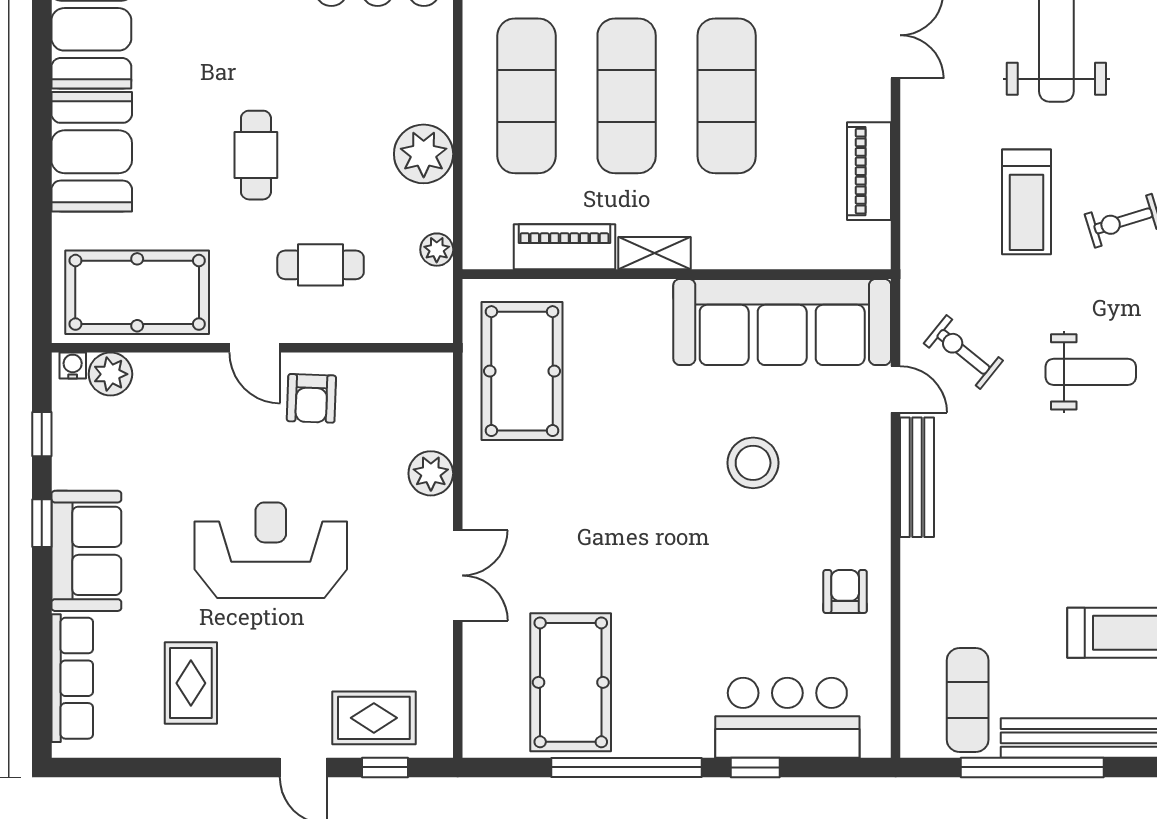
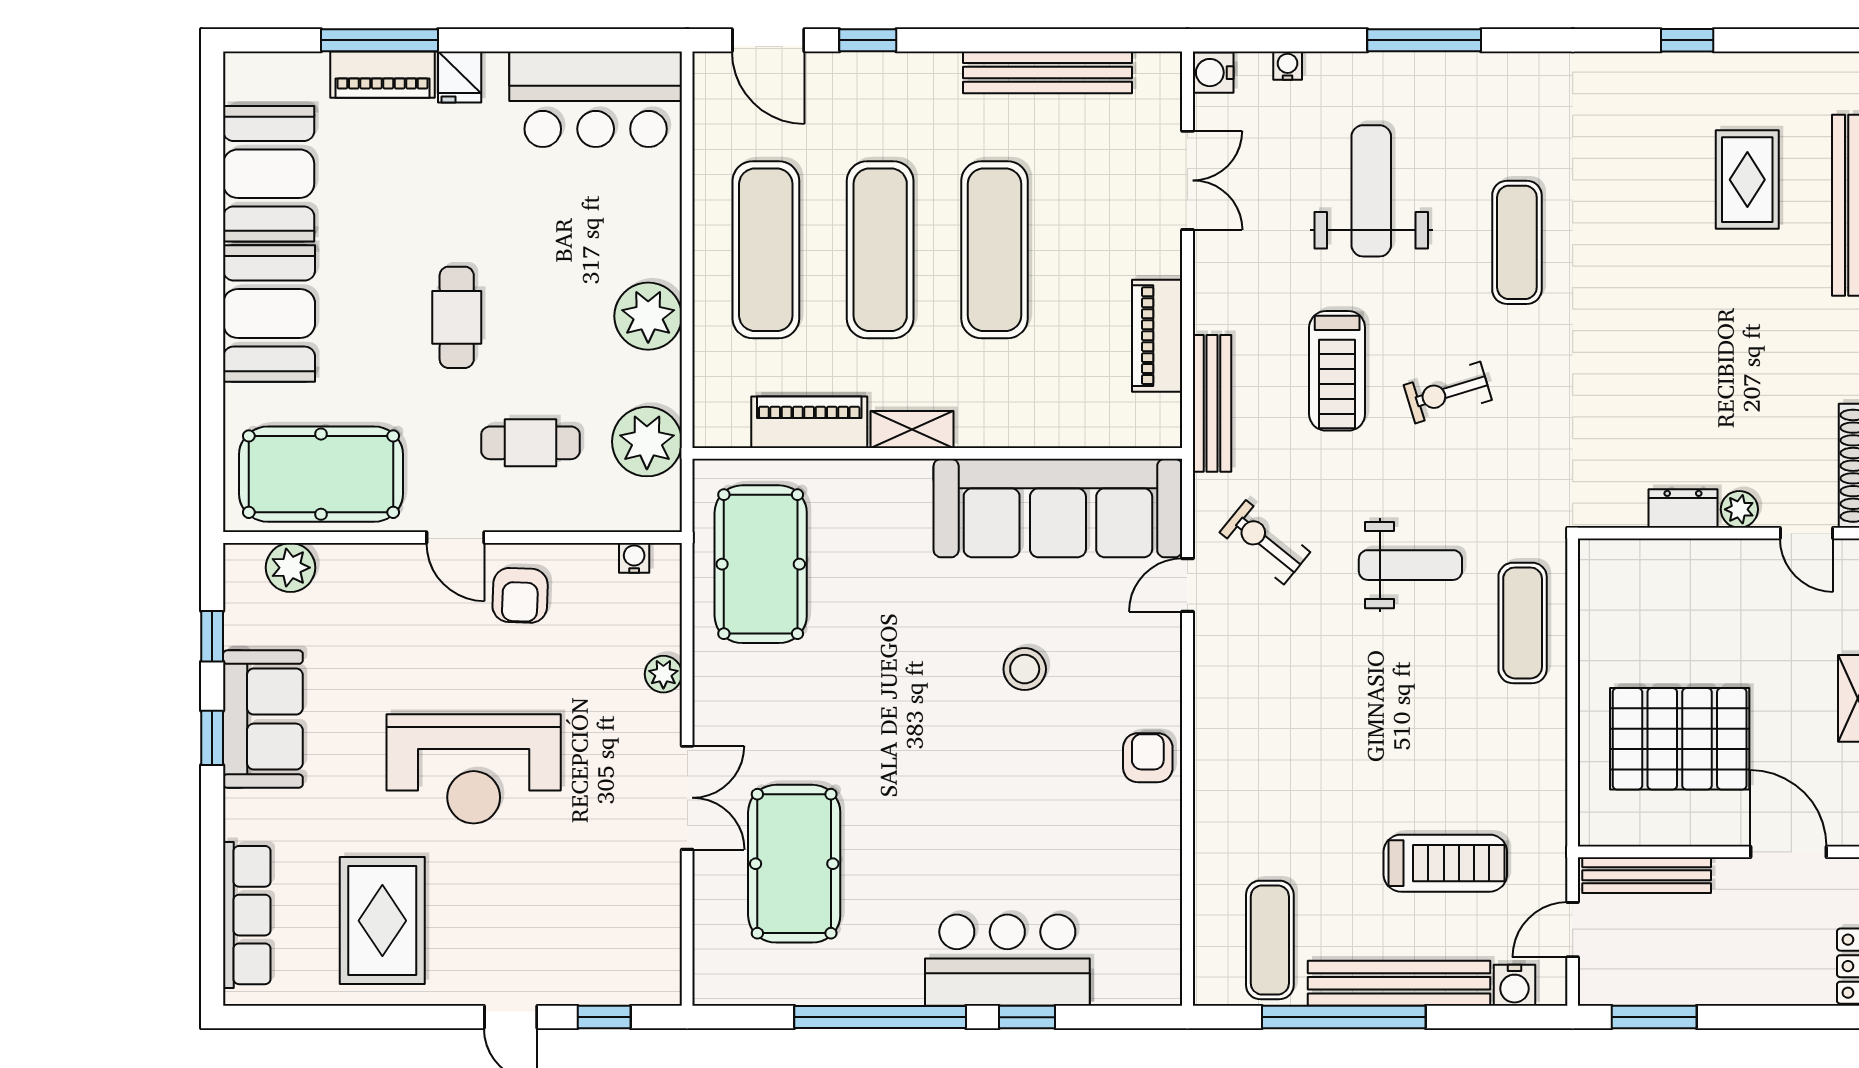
plant: (437, 250) -> (647, 442), width x1.87, depth x1.87
water cooler: (73, 366) -> (634, 558), moved
door: (896, 389) -> (1187, 585), swing flipped
stool: (753, 463) -> (1025, 669), width x0.73, depth x0.73
plant: (431, 473) -> (663, 674), width x0.73, depth x0.73
bench: (917, 477) -> (1212, 403), moved
reception desk: (271, 550) -> (474, 769), turned 180
sofa: (86, 551) -> (263, 719), moved
armchair: (845, 591) -> (1148, 758), moved
pool table: (571, 682) -> (794, 864), moved
rug: (191, 683) -> (382, 921), width x1.36, depth x1.43
rug: (374, 718) -> (591, 960), removed
bar counter: (787, 718) -> (1007, 960), moved

